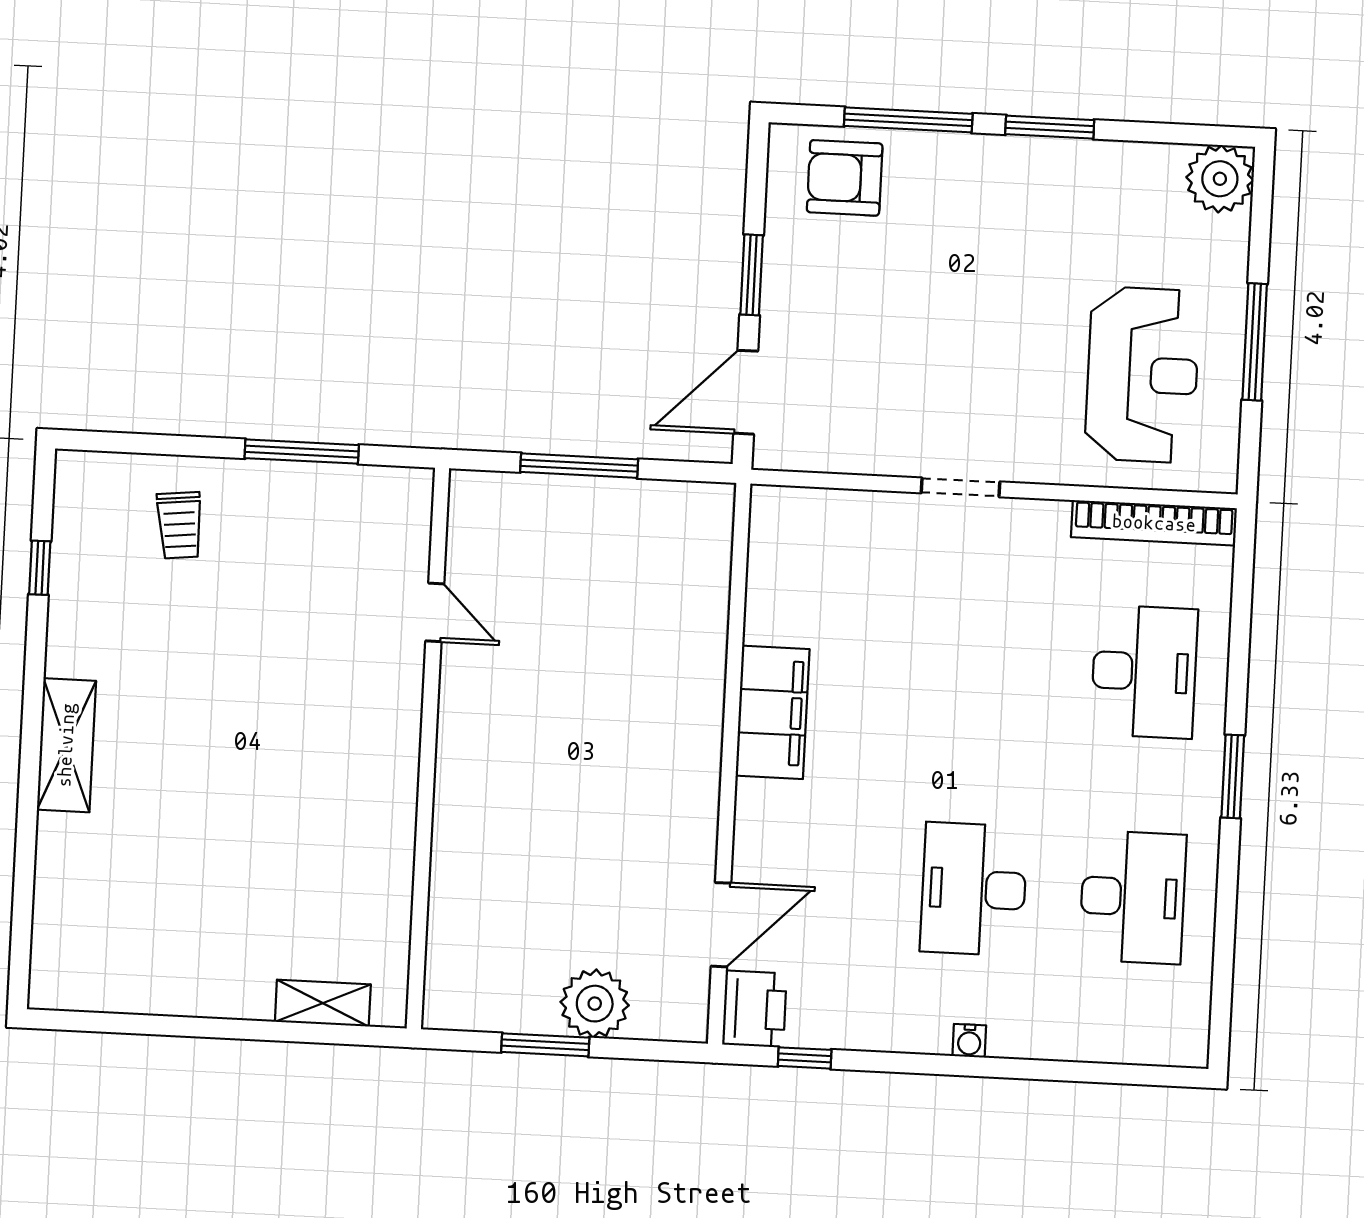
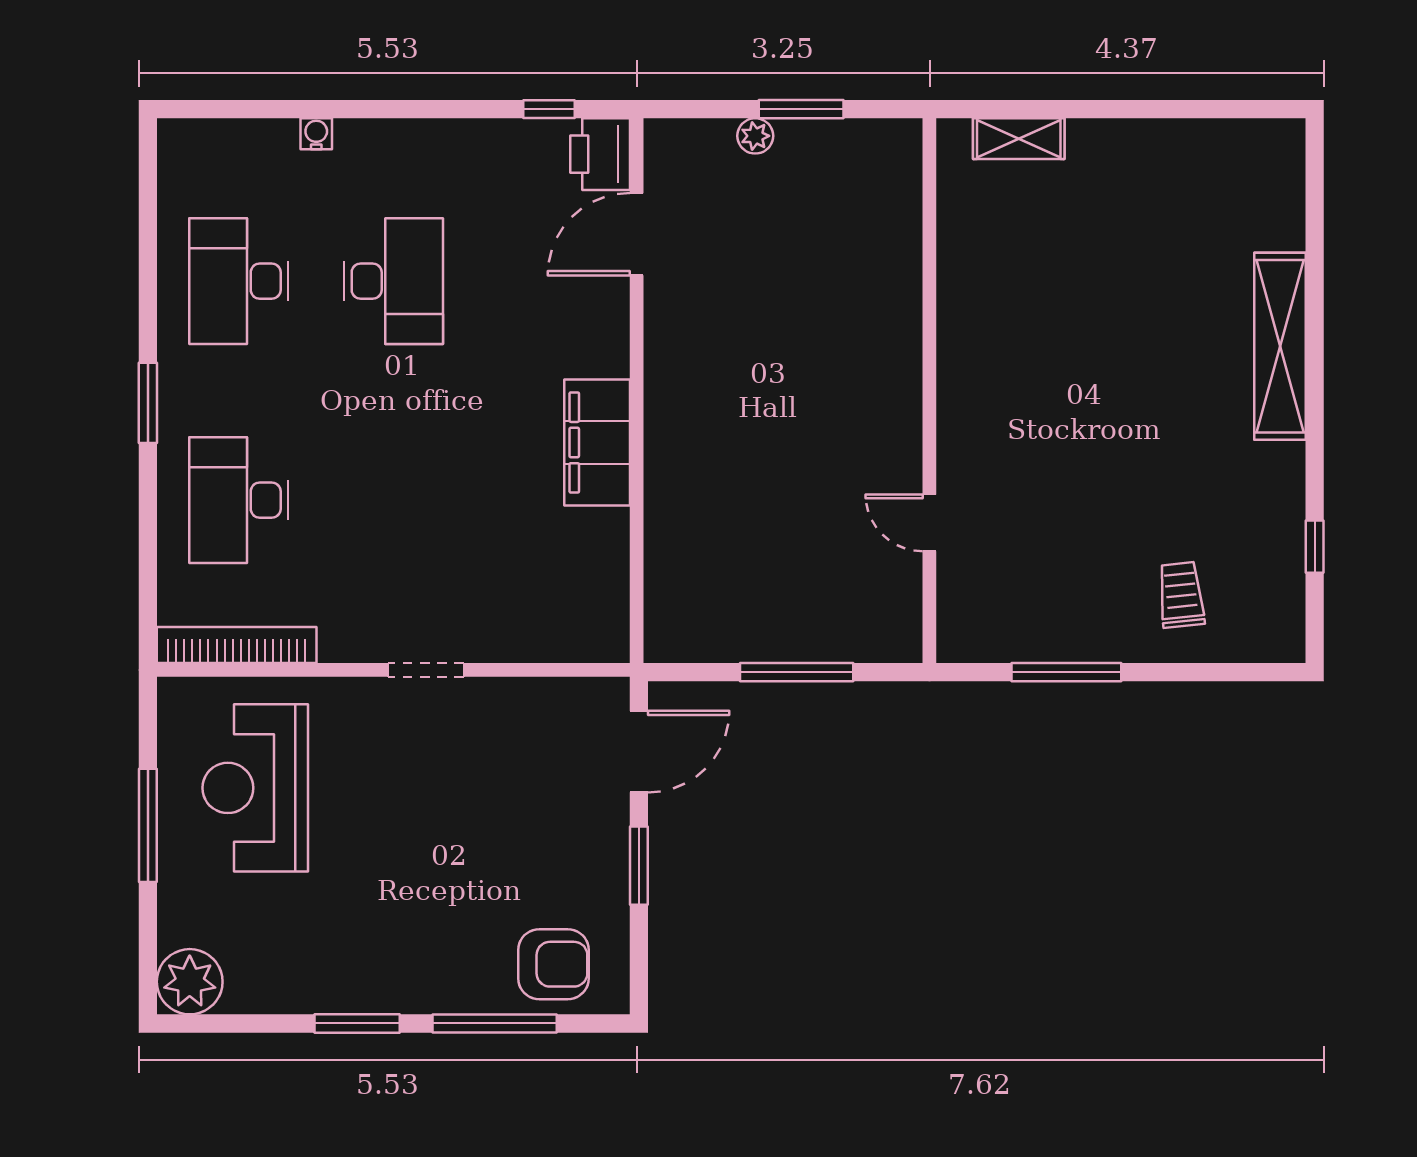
shelving: (66, 745) -> (1280, 346), width x1.47
plant: (595, 1004) -> (755, 136), width x0.53, depth x0.53
water cooler: (969, 1041) -> (316, 134), moved

